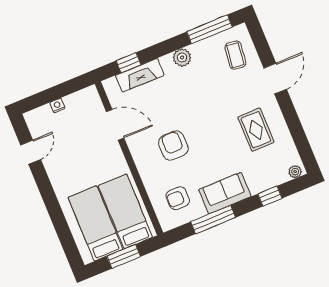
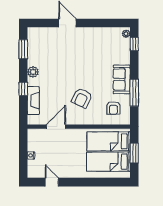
window: (210, 29) -> (23, 49), width x0.69
coffee table: (235, 55) -> (44, 40), removed
window: (128, 63) -> (23, 89), moved
rug: (256, 130) -> (92, 46), removed
armchair: (173, 146) -> (82, 98), turned -64
window: (270, 196) -> (134, 44), moved

